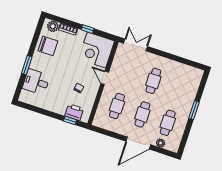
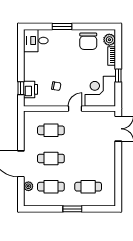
cafe table: (153, 81) -> (88, 187), moved
desk: (36, 82) -> (36, 41), moved, turned -90

